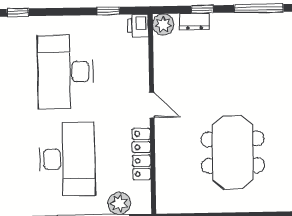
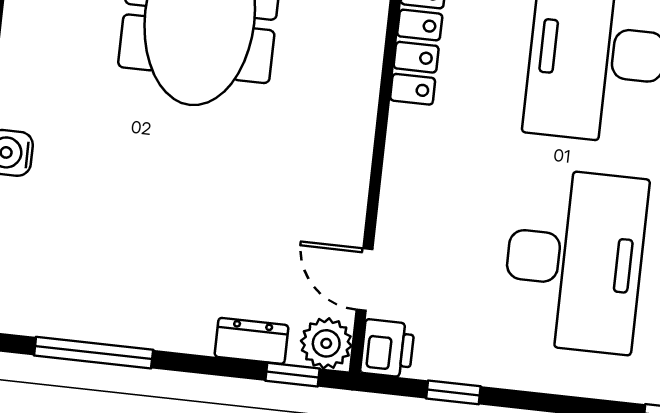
window: (202, 9) -> (292, 375), moved
door: (152, 105) -> (365, 279), moved

